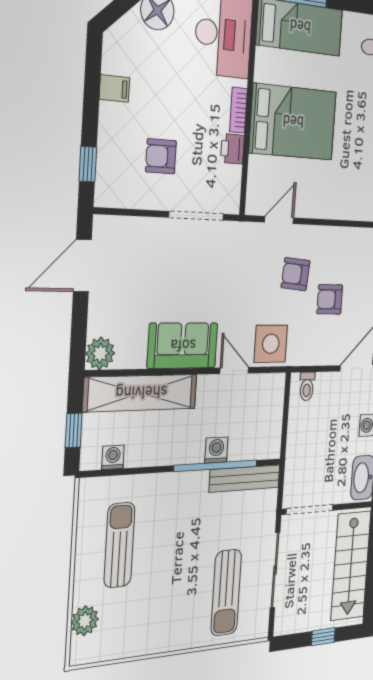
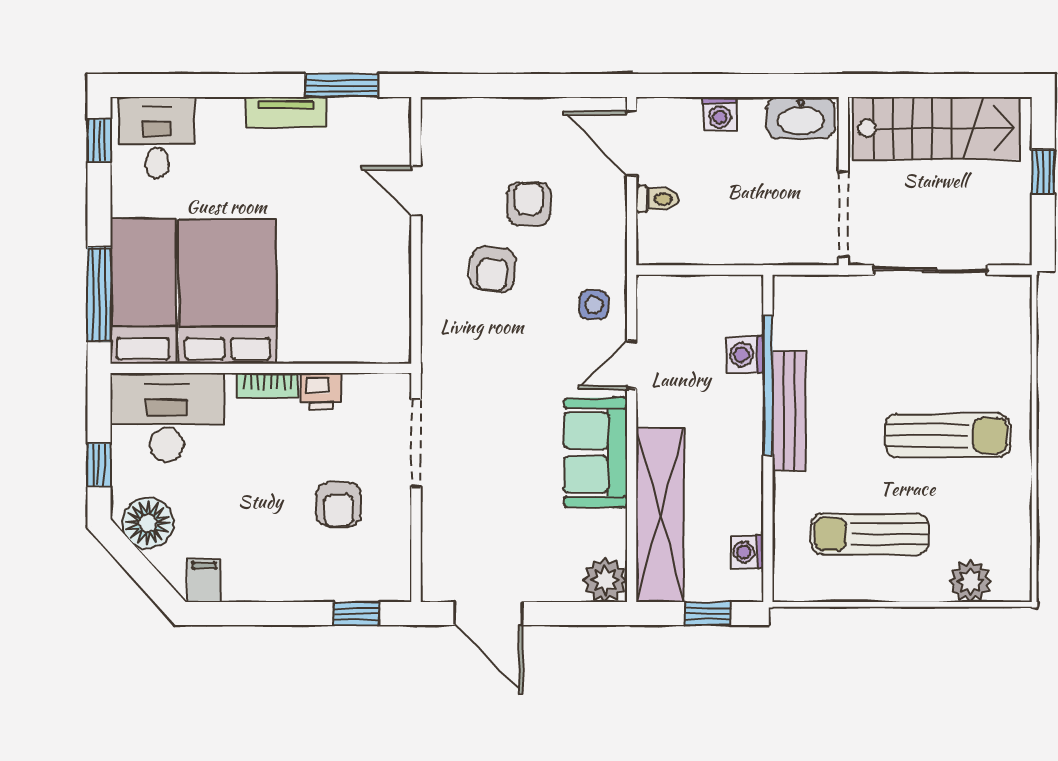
filing cabinet: (114, 88) -> (204, 581), moved
bed: (293, 122) -> (228, 292), moved
door: (279, 220) -> (416, 191), moved
armchair: (330, 299) -> (529, 204), turned 180
side table: (271, 344) -> (594, 305), width x0.54, depth x0.54
toilet: (307, 386) -> (657, 199), moved
washing machine: (216, 450) -> (745, 354), moved
bench: (245, 478) -> (789, 411), moved
sun lounger: (226, 593) -> (948, 436), moved

